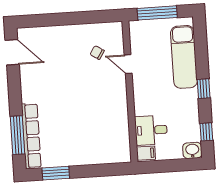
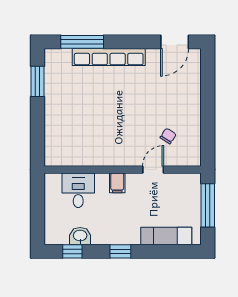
exam couch: (184, 57) -> (166, 236), width x0.73, depth x0.69
row of seats: (31, 136) -> (109, 57), moved
washbasin: (192, 150) -> (80, 236), moved, turned -90
filing cabinet: (146, 153) -> (117, 183), moved

